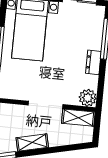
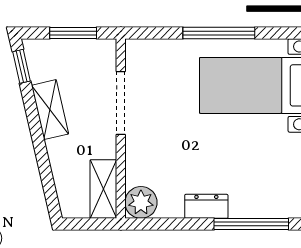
doorway: (46, 105) -> (121, 103), moved

